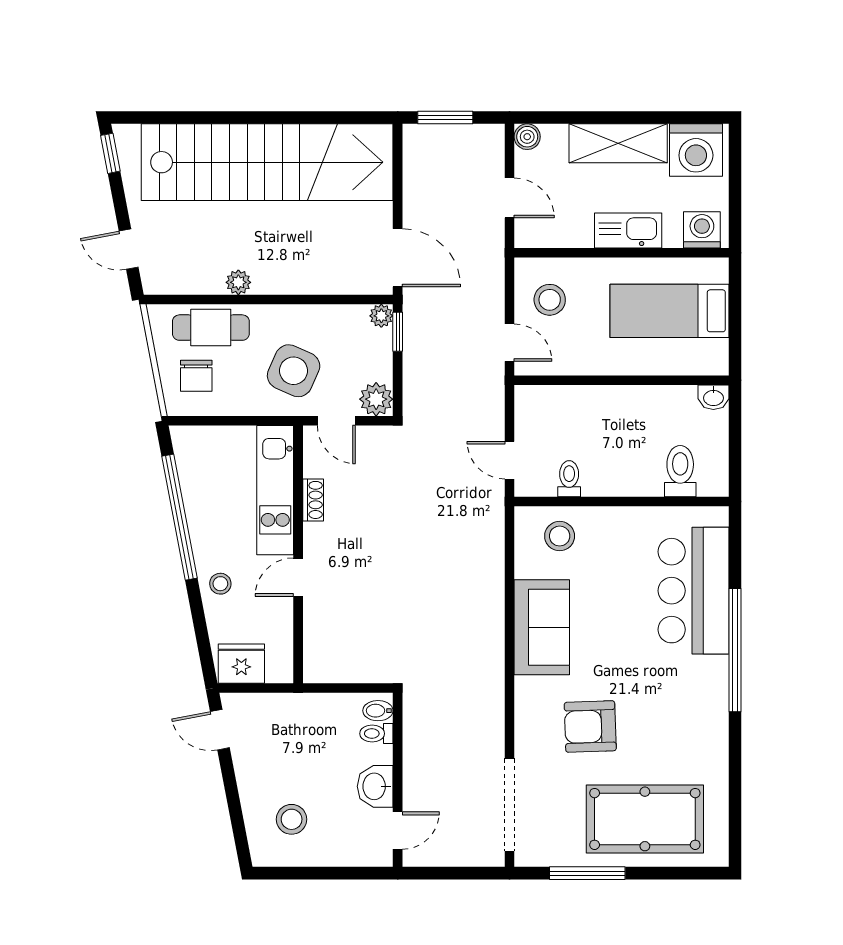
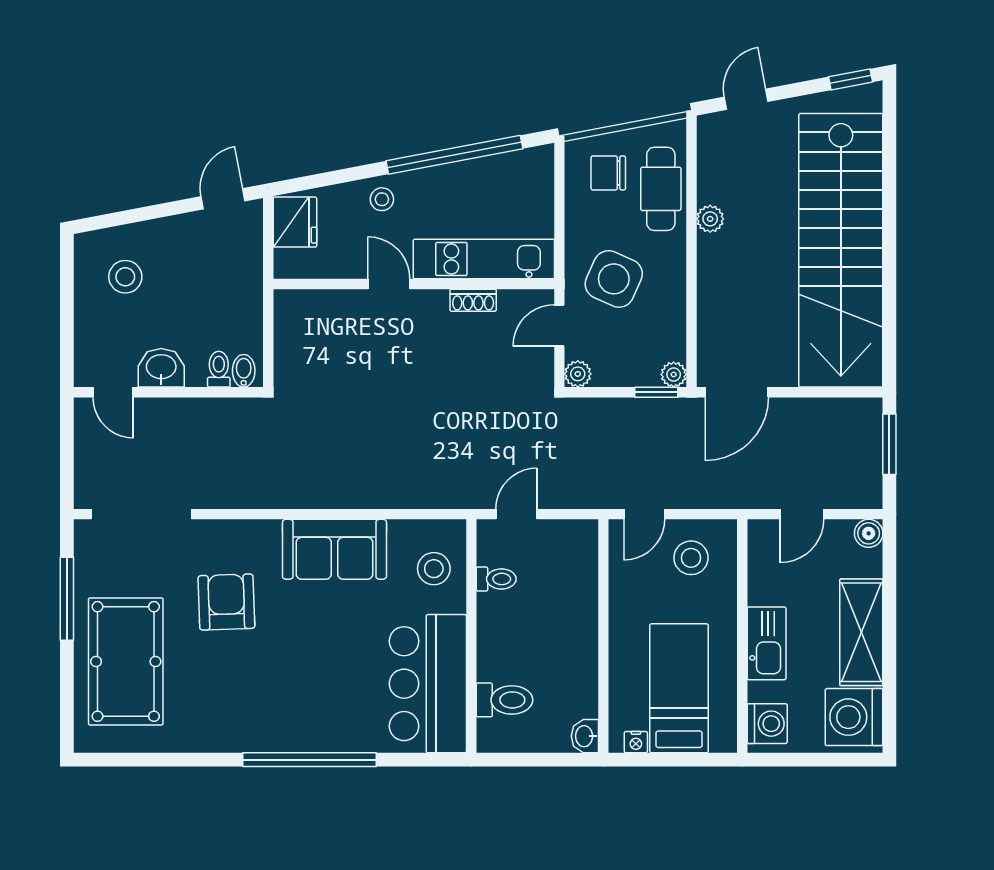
nightstand: (719, 350) -> (636, 742), added
plant: (376, 399) -> (578, 374), width x0.73, depth x0.73
bar counter: (693, 591) -> (428, 684), moved, turned -90

